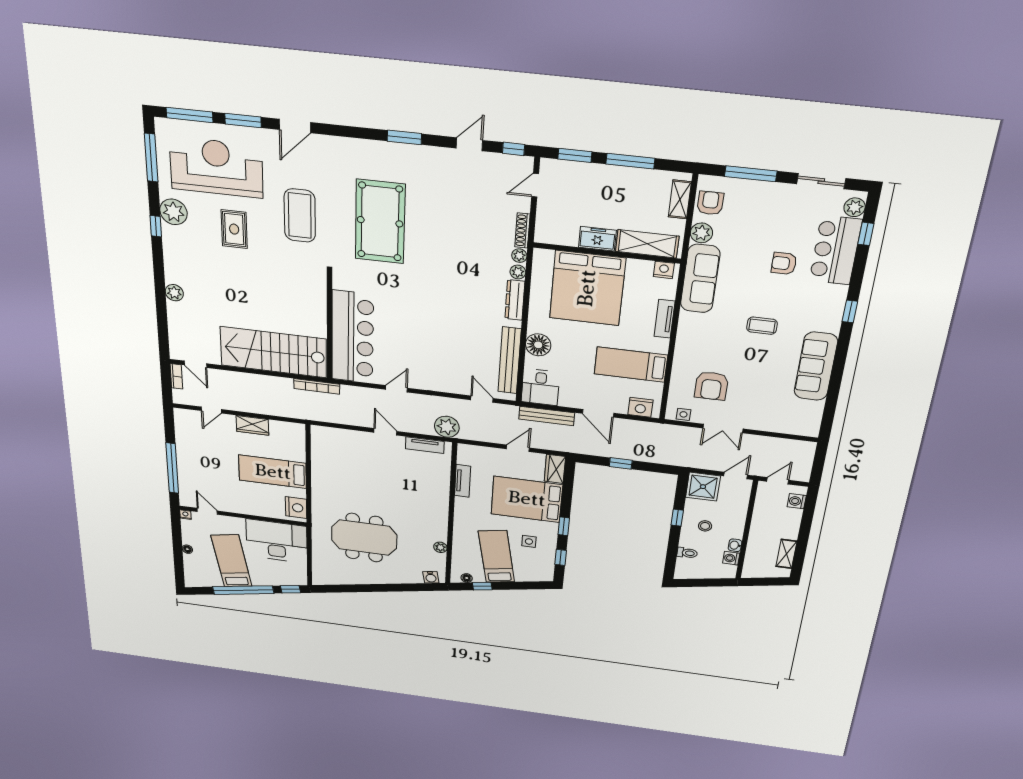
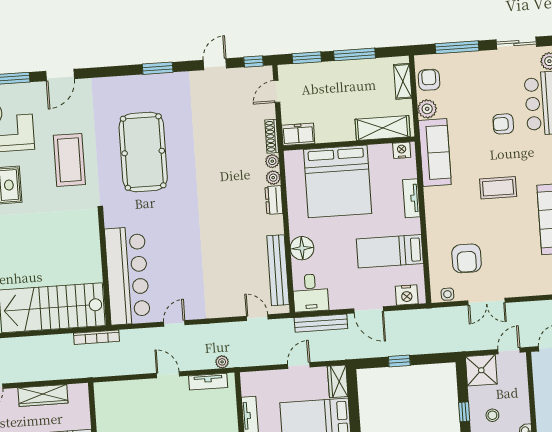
freezer: (597, 239) -> (298, 134), moved
dresser: (515, 300) -> (274, 200), width x0.70
coffee table: (762, 326) -> (498, 188), width x1.36, depth x1.30
wardrobe: (252, 425) -> (43, 395), width x1.50
plant: (447, 427) -> (222, 362), width x0.53, depth x0.53

